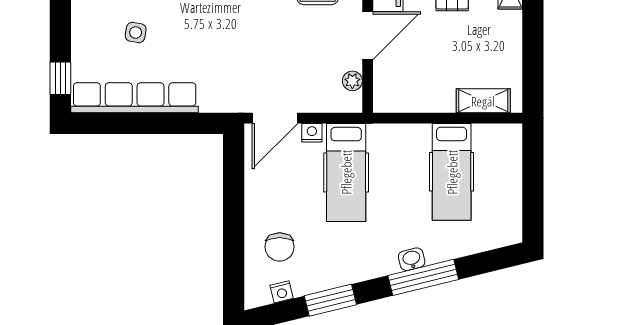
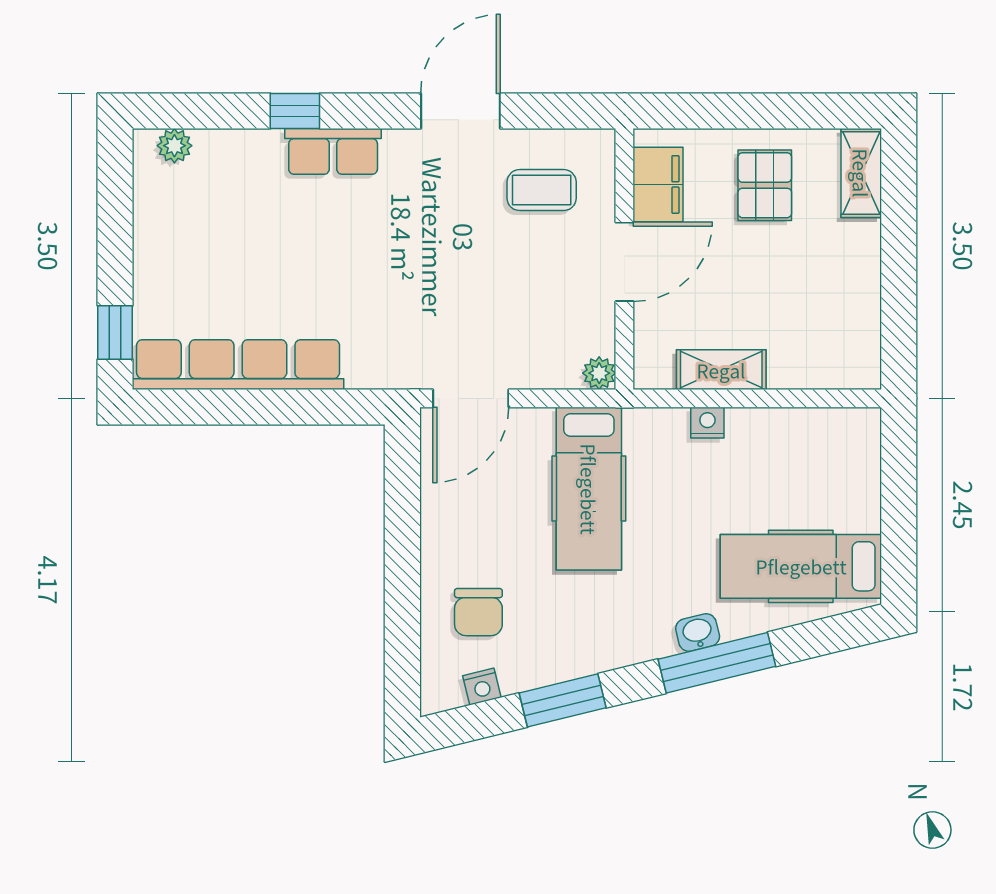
side table: (136, 32) -> (240, 256), removed
plant: (352, 81) -> (599, 373), moved
shelving: (483, 101) -> (721, 370), moved
nightstand: (312, 133) -> (707, 423), moved
hospital bed: (452, 172) -> (801, 566), moved, turned 90

